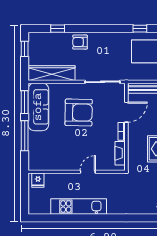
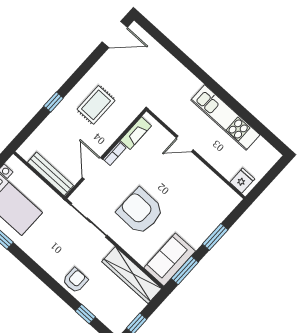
armchair: (80, 42) -> (75, 280), turned -90
sofa: (38, 107) -> (170, 260), width x0.73
door: (126, 112) -> (92, 168), hinge flipped
window: (25, 136) -> (215, 237), width x0.69

